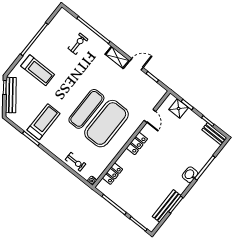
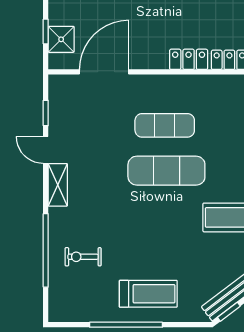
treadmill: (38, 70) -> (148, 294), moved, turned 90
door: (150, 116) -> (104, 72), width x1.88
exercise mat: (106, 124) -> (165, 125), width x0.50, depth x0.69
locker: (137, 143) -> (189, 59), moved

